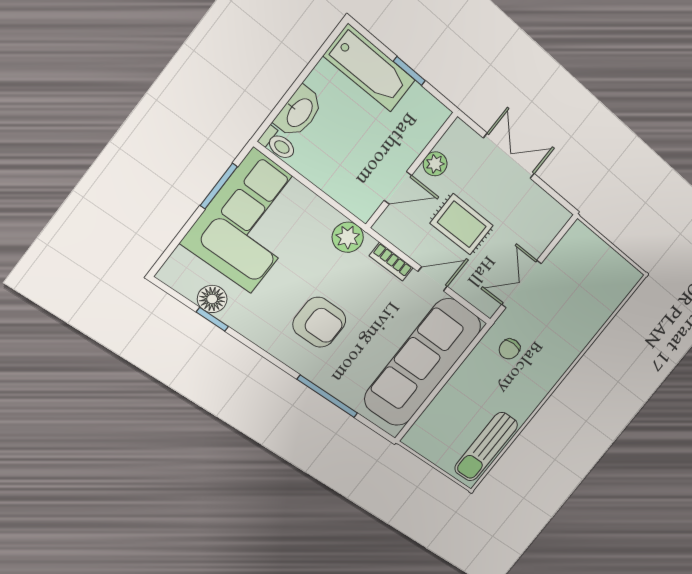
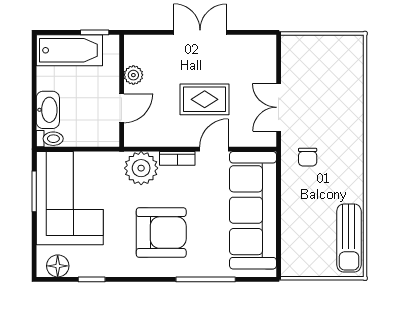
plant: (435, 164) -> (133, 75), moved
wall: (411, 170) -> (122, 91), moved
door: (398, 188) -> (122, 108), moved
plant: (348, 237) -> (141, 168), width x1.36, depth x1.36
floor lamp: (212, 299) -> (58, 266), moved
armchair: (319, 322) -> (161, 233), width x1.36, depth x1.36

